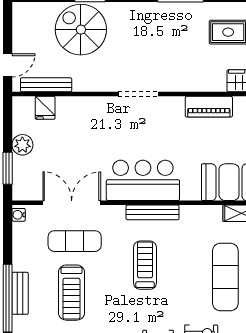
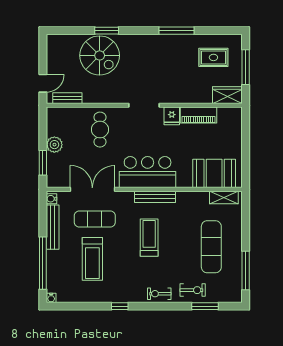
spiral stairs: (81, 30) -> (100, 55), turned 180
bench: (46, 85) -> (67, 98), width x0.73
fridge: (45, 108) -> (172, 116), moved
cafe table: (81, 125) -> (100, 130), added
bench: (20, 293) -> (53, 227), moved, width x1.36

